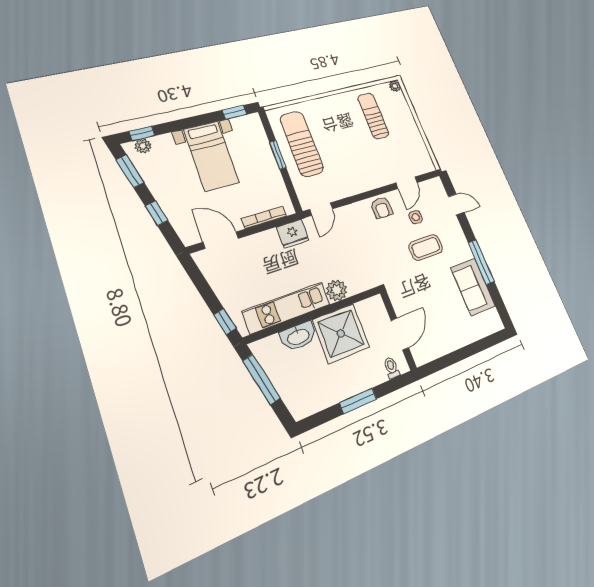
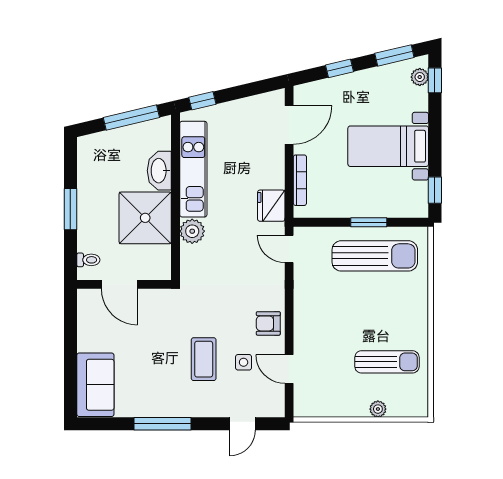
plant: (395, 86) -> (378, 409), moved
sofa: (473, 287) -> (95, 385), moved, turned 90

